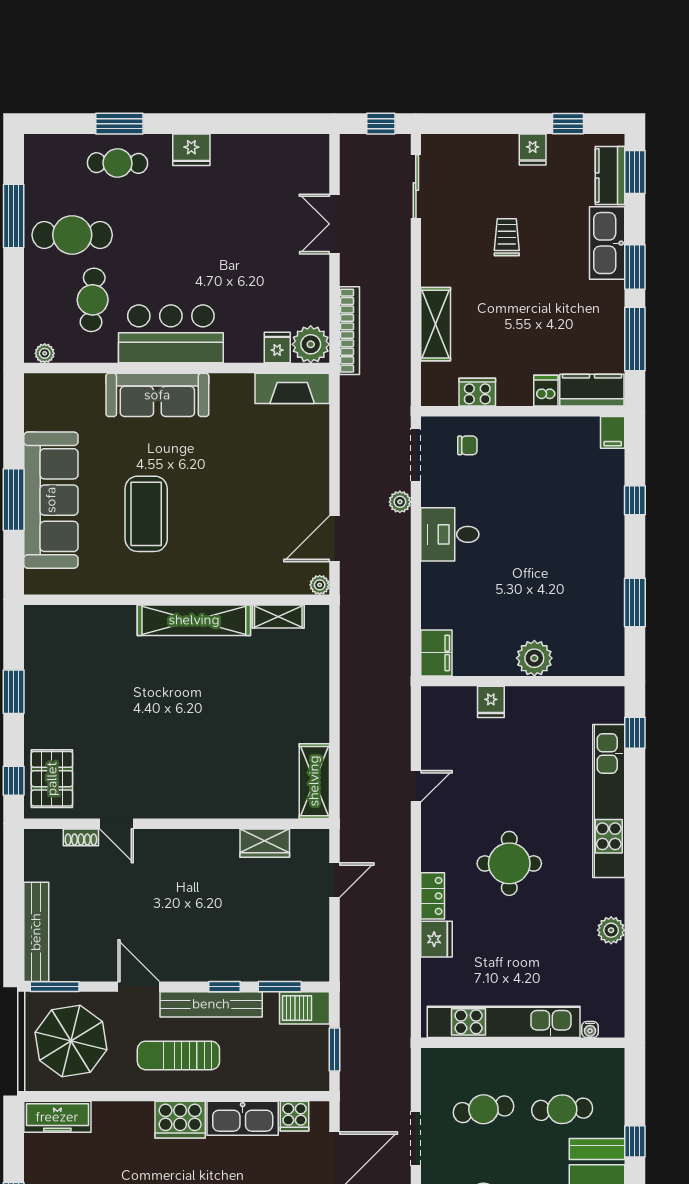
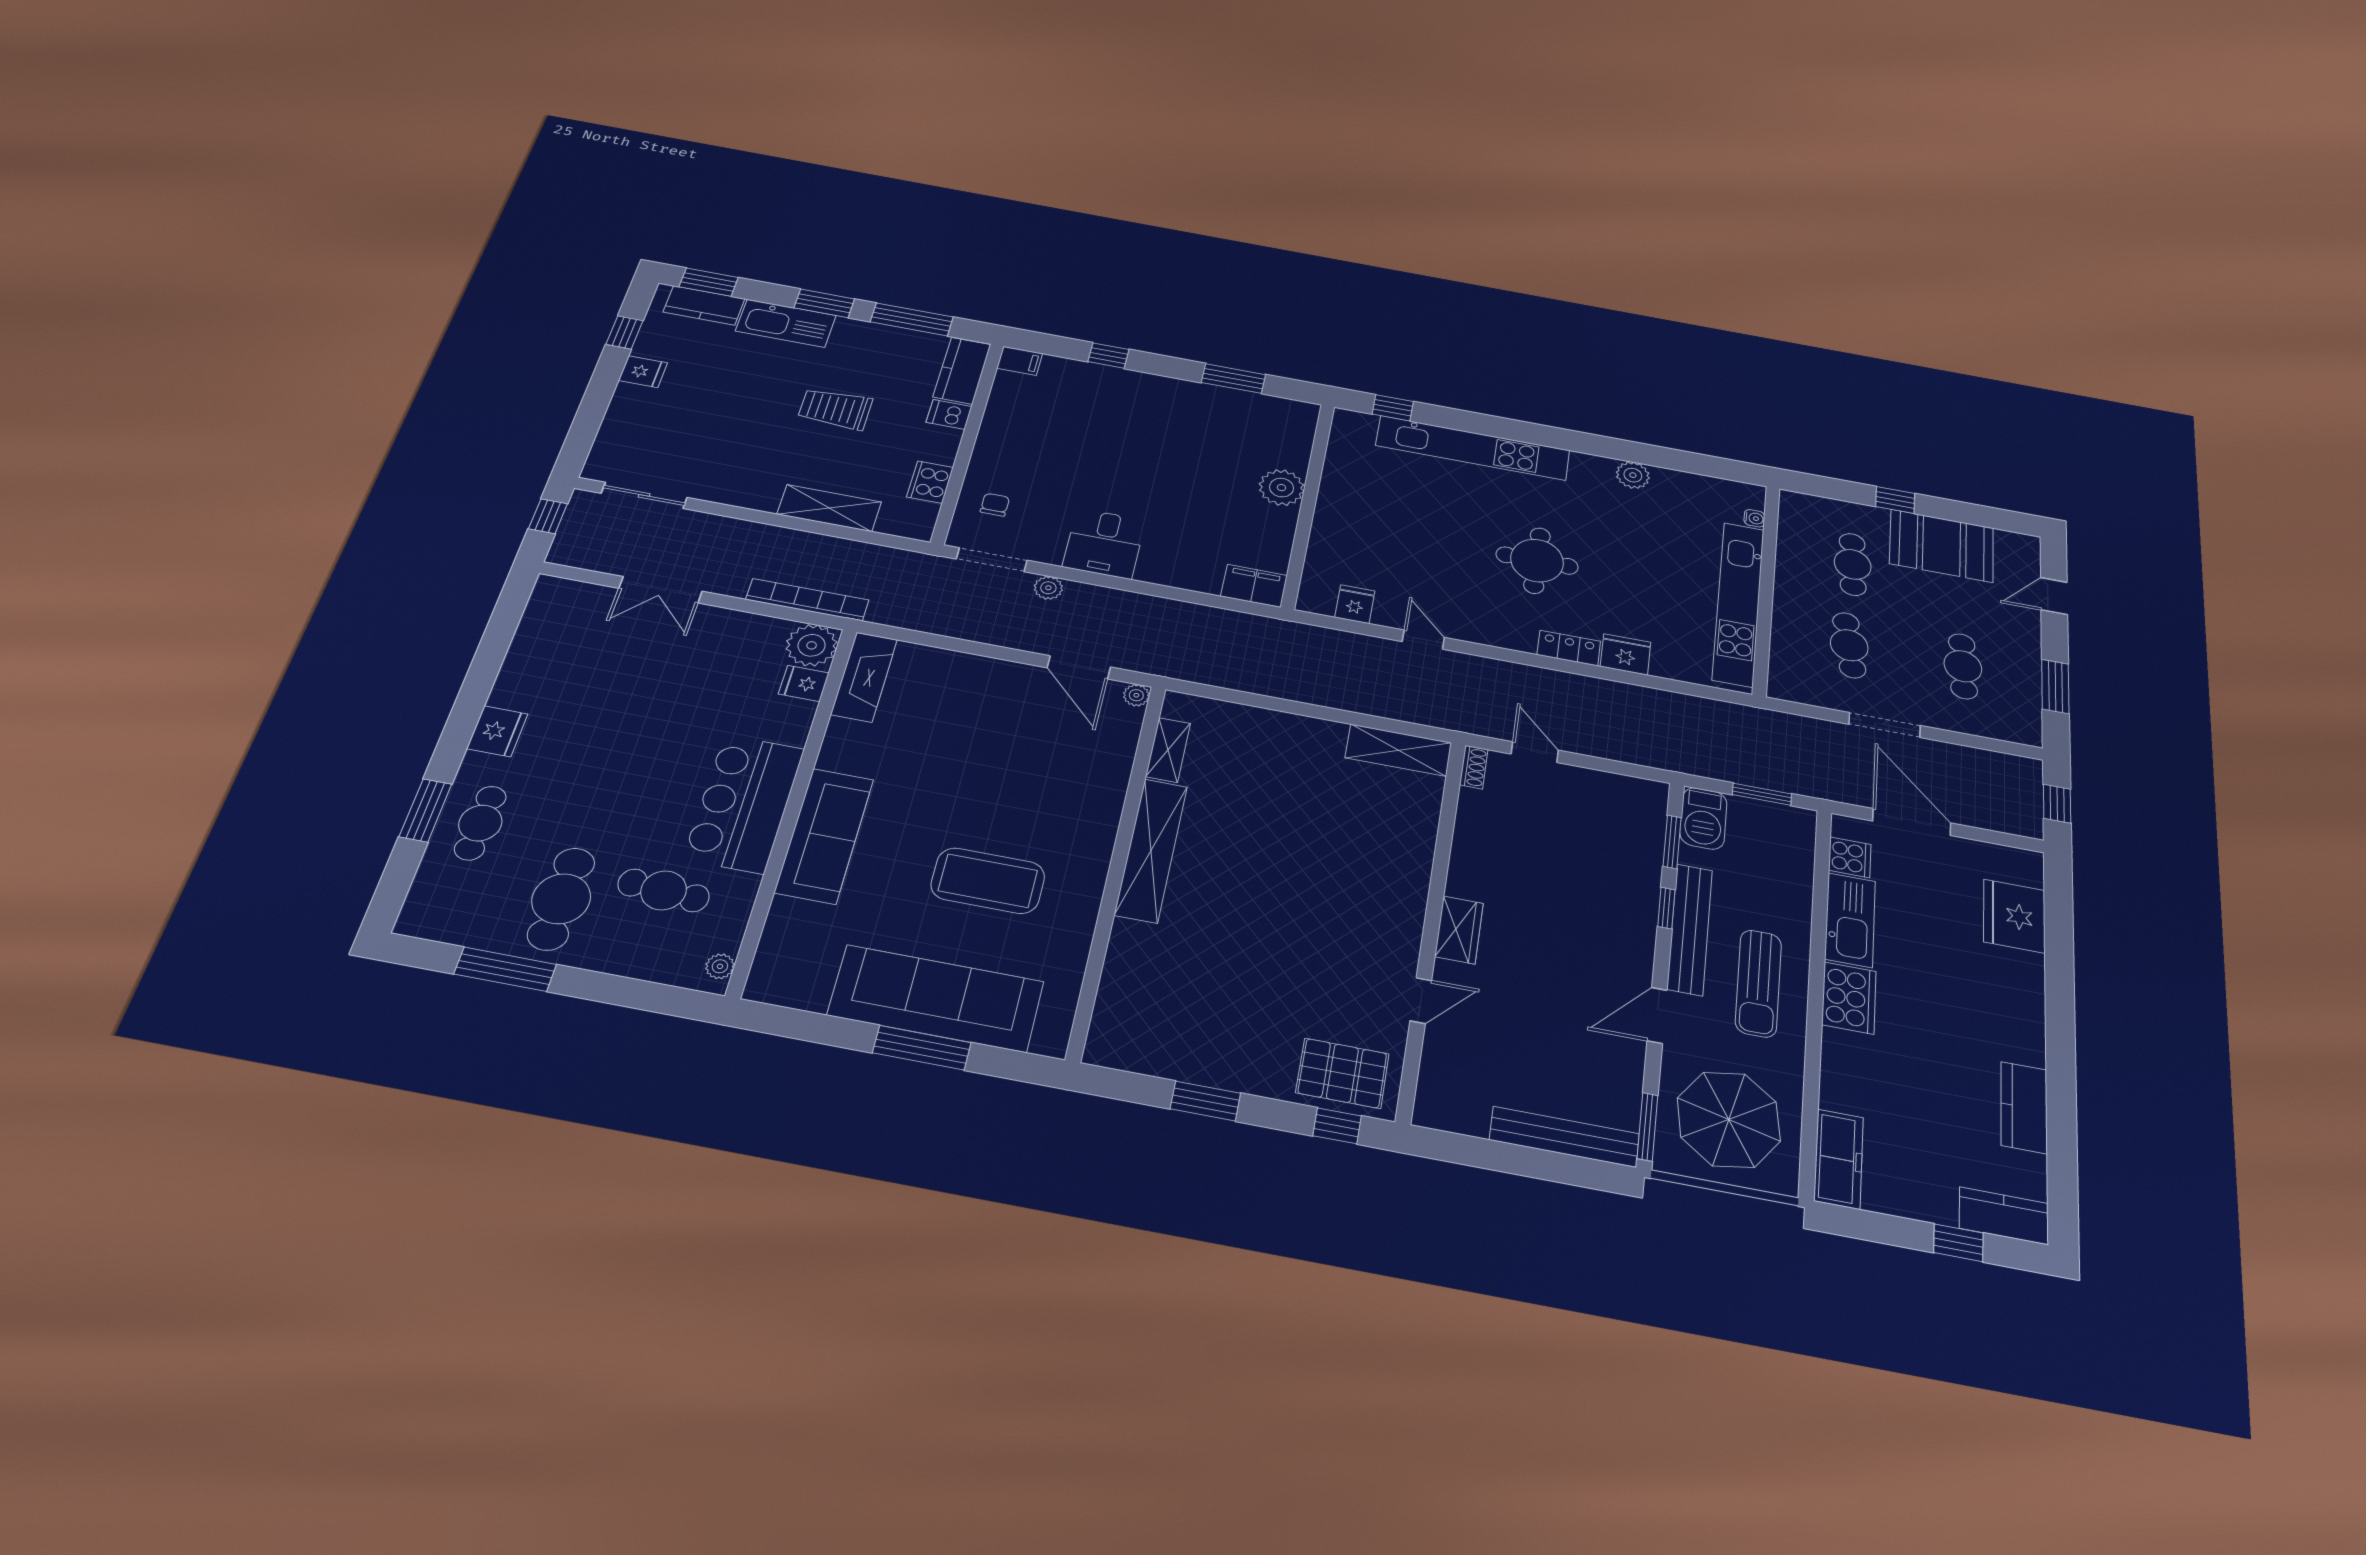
trolley: (507, 237) -> (835, 409), moved, width x1.36, depth x1.39
fridge: (491, 702) -> (1355, 604), moved, turned -90
shoe rack: (81, 837) -> (1474, 767), moved
wardrobe: (265, 843) -> (1459, 930), moved

